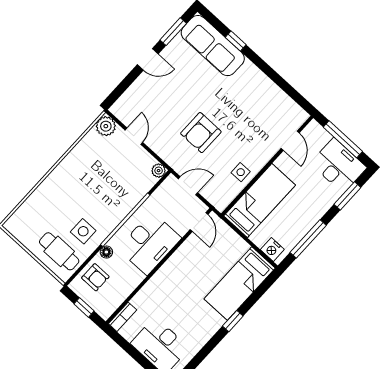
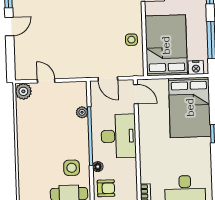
armchair: (201, 133) -> (84, 39), removed
plant: (159, 171) -> (82, 112), moved
door: (188, 186) -> (108, 79), swing flipped
bed: (260, 201) -> (166, 45), width x1.50
bed: (240, 284) -> (190, 107), width x1.50

